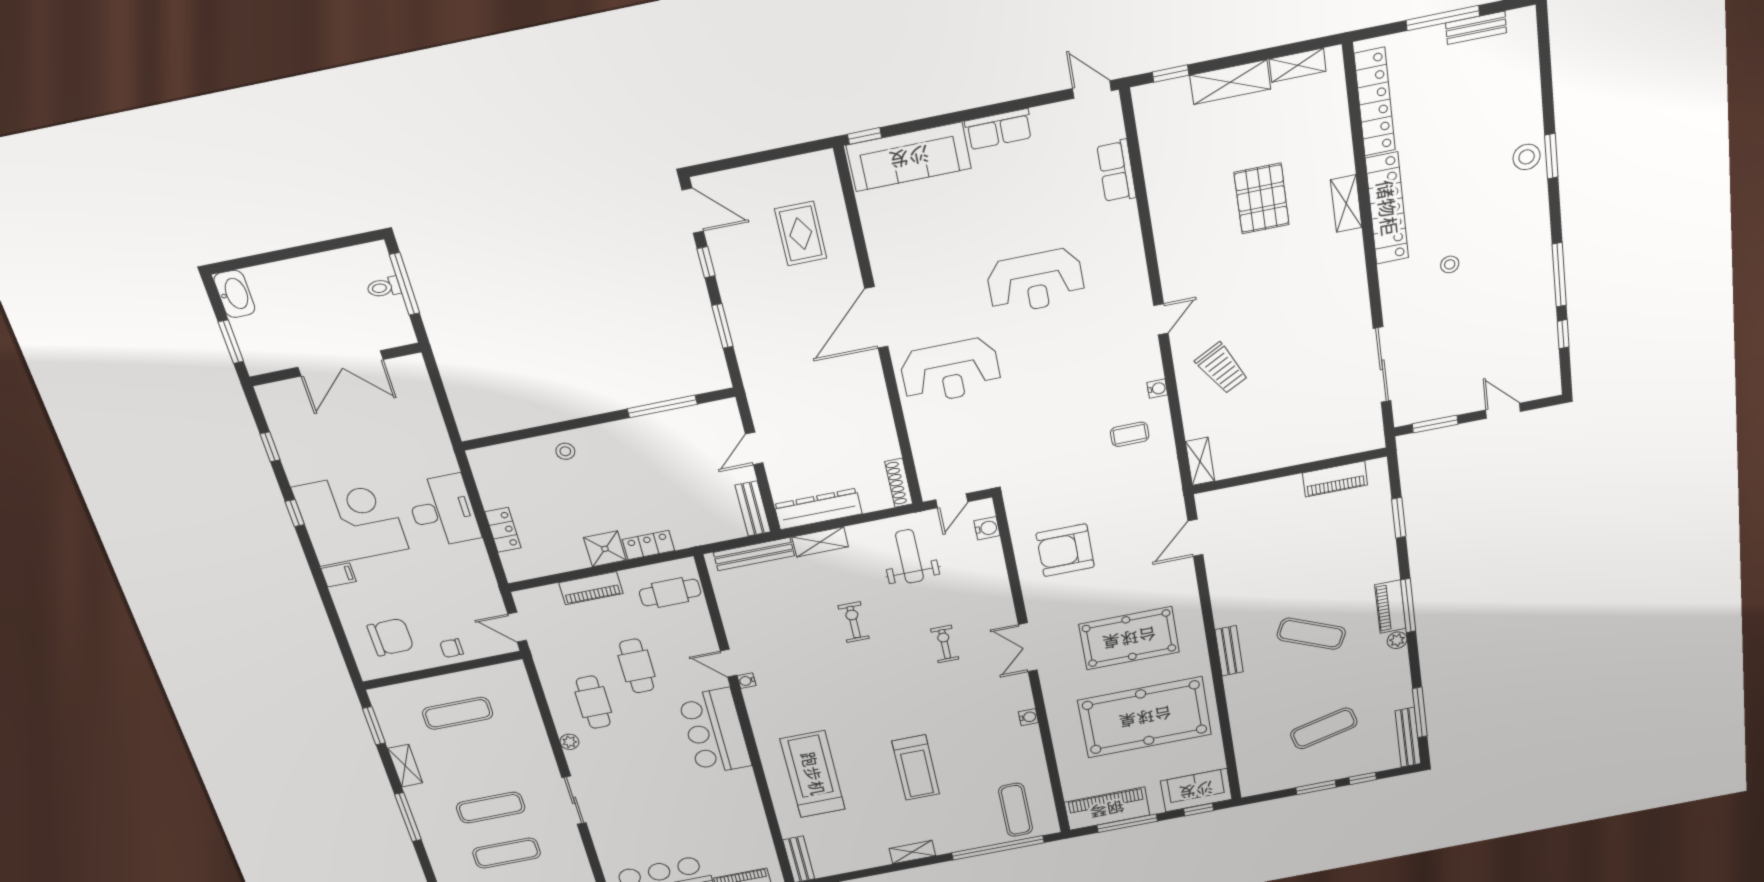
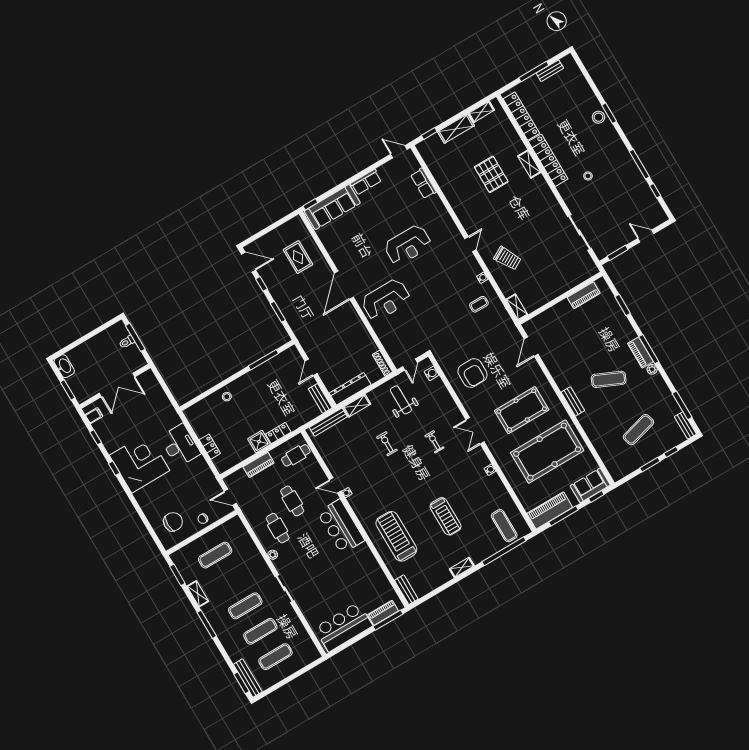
armchair: (1065, 550) -> (472, 373), turned -90
filing cabinet: (339, 575) -> (94, 416), moved
bench: (1408, 737) -> (685, 425), width x0.73

